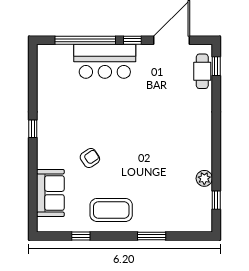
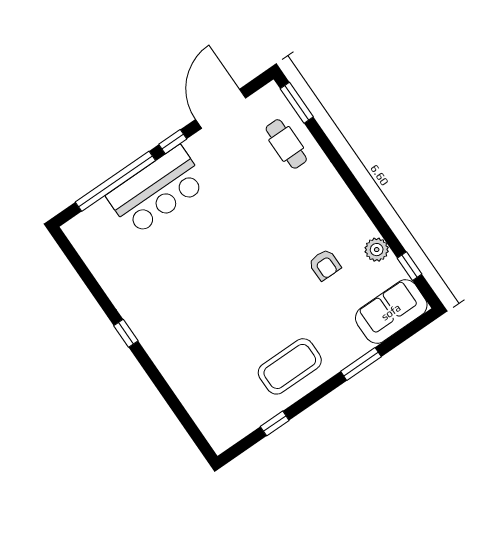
window: (216, 66) -> (297, 103), width x1.50
cafe table: (202, 71) -> (286, 144), moved
armchair: (90, 158) -> (325, 265), moved, turned 124
sofa: (50, 193) -> (391, 312), moved, turned -90

